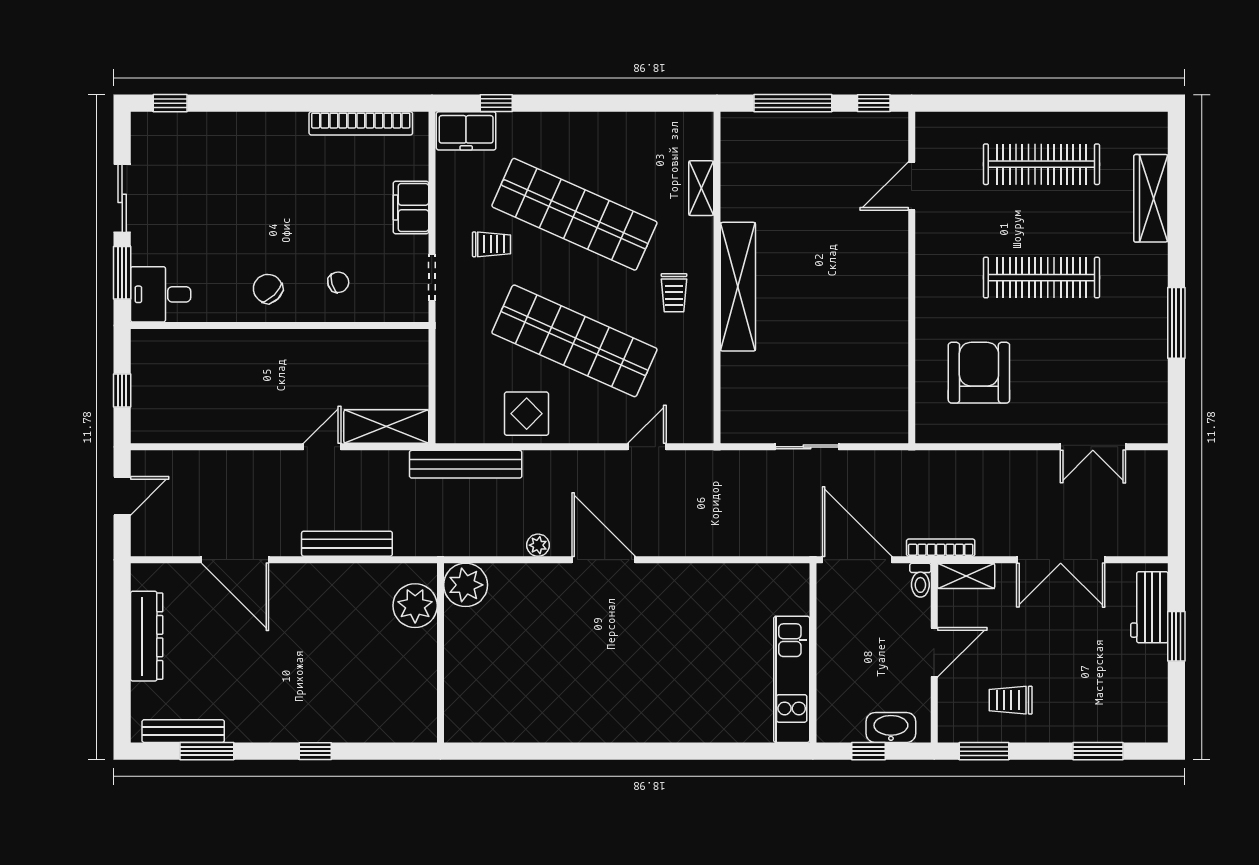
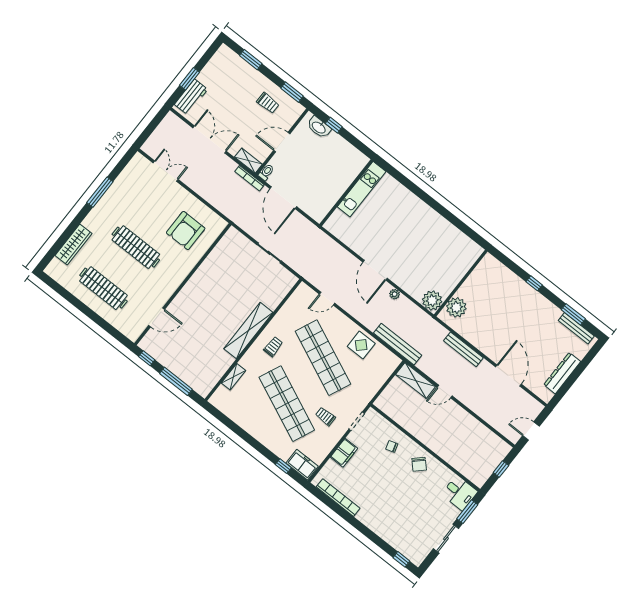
wall: (813, 653) -> (346, 193), moved
kitchen unit: (792, 679) -> (362, 189), moved

